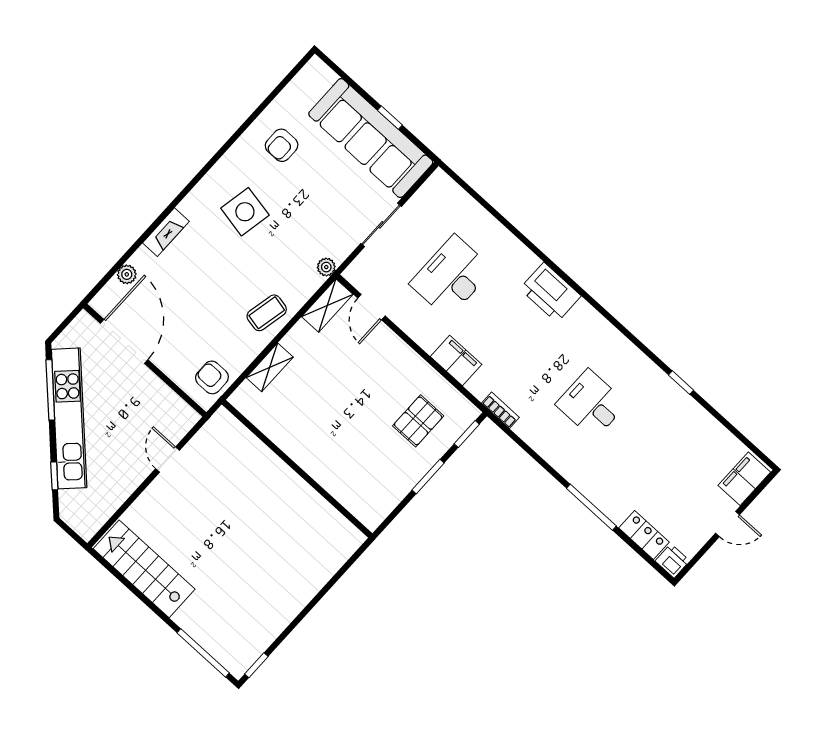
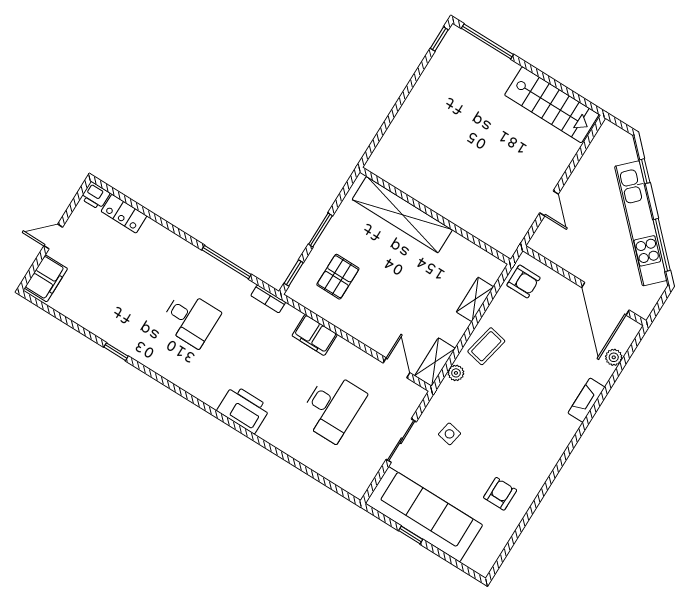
side table: (245, 212) -> (450, 434), moved, width x0.54, depth x0.54
plant: (326, 267) -> (456, 373), moved
shelving: (334, 477) -> (402, 215), added
window: (591, 507) -> (226, 262), moved

